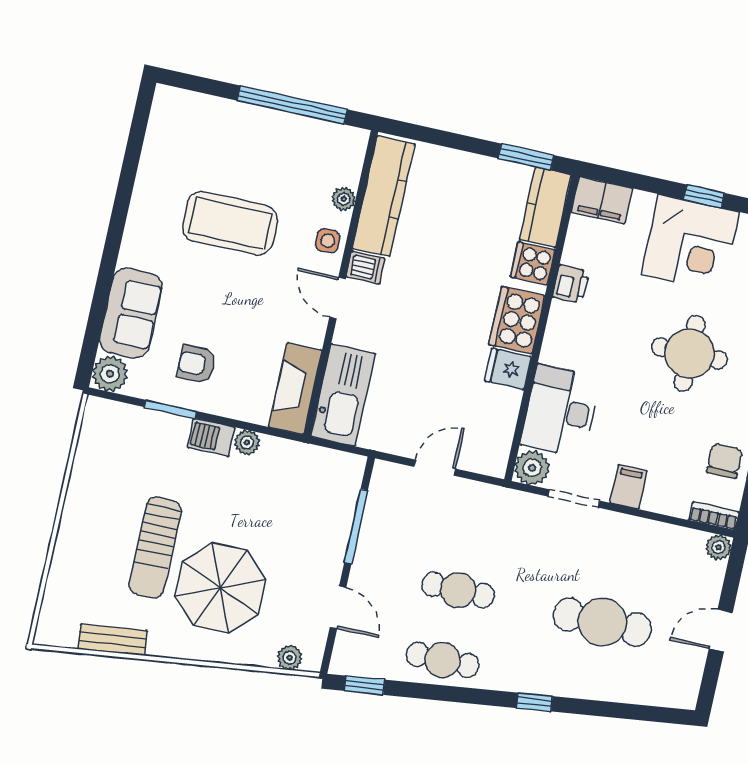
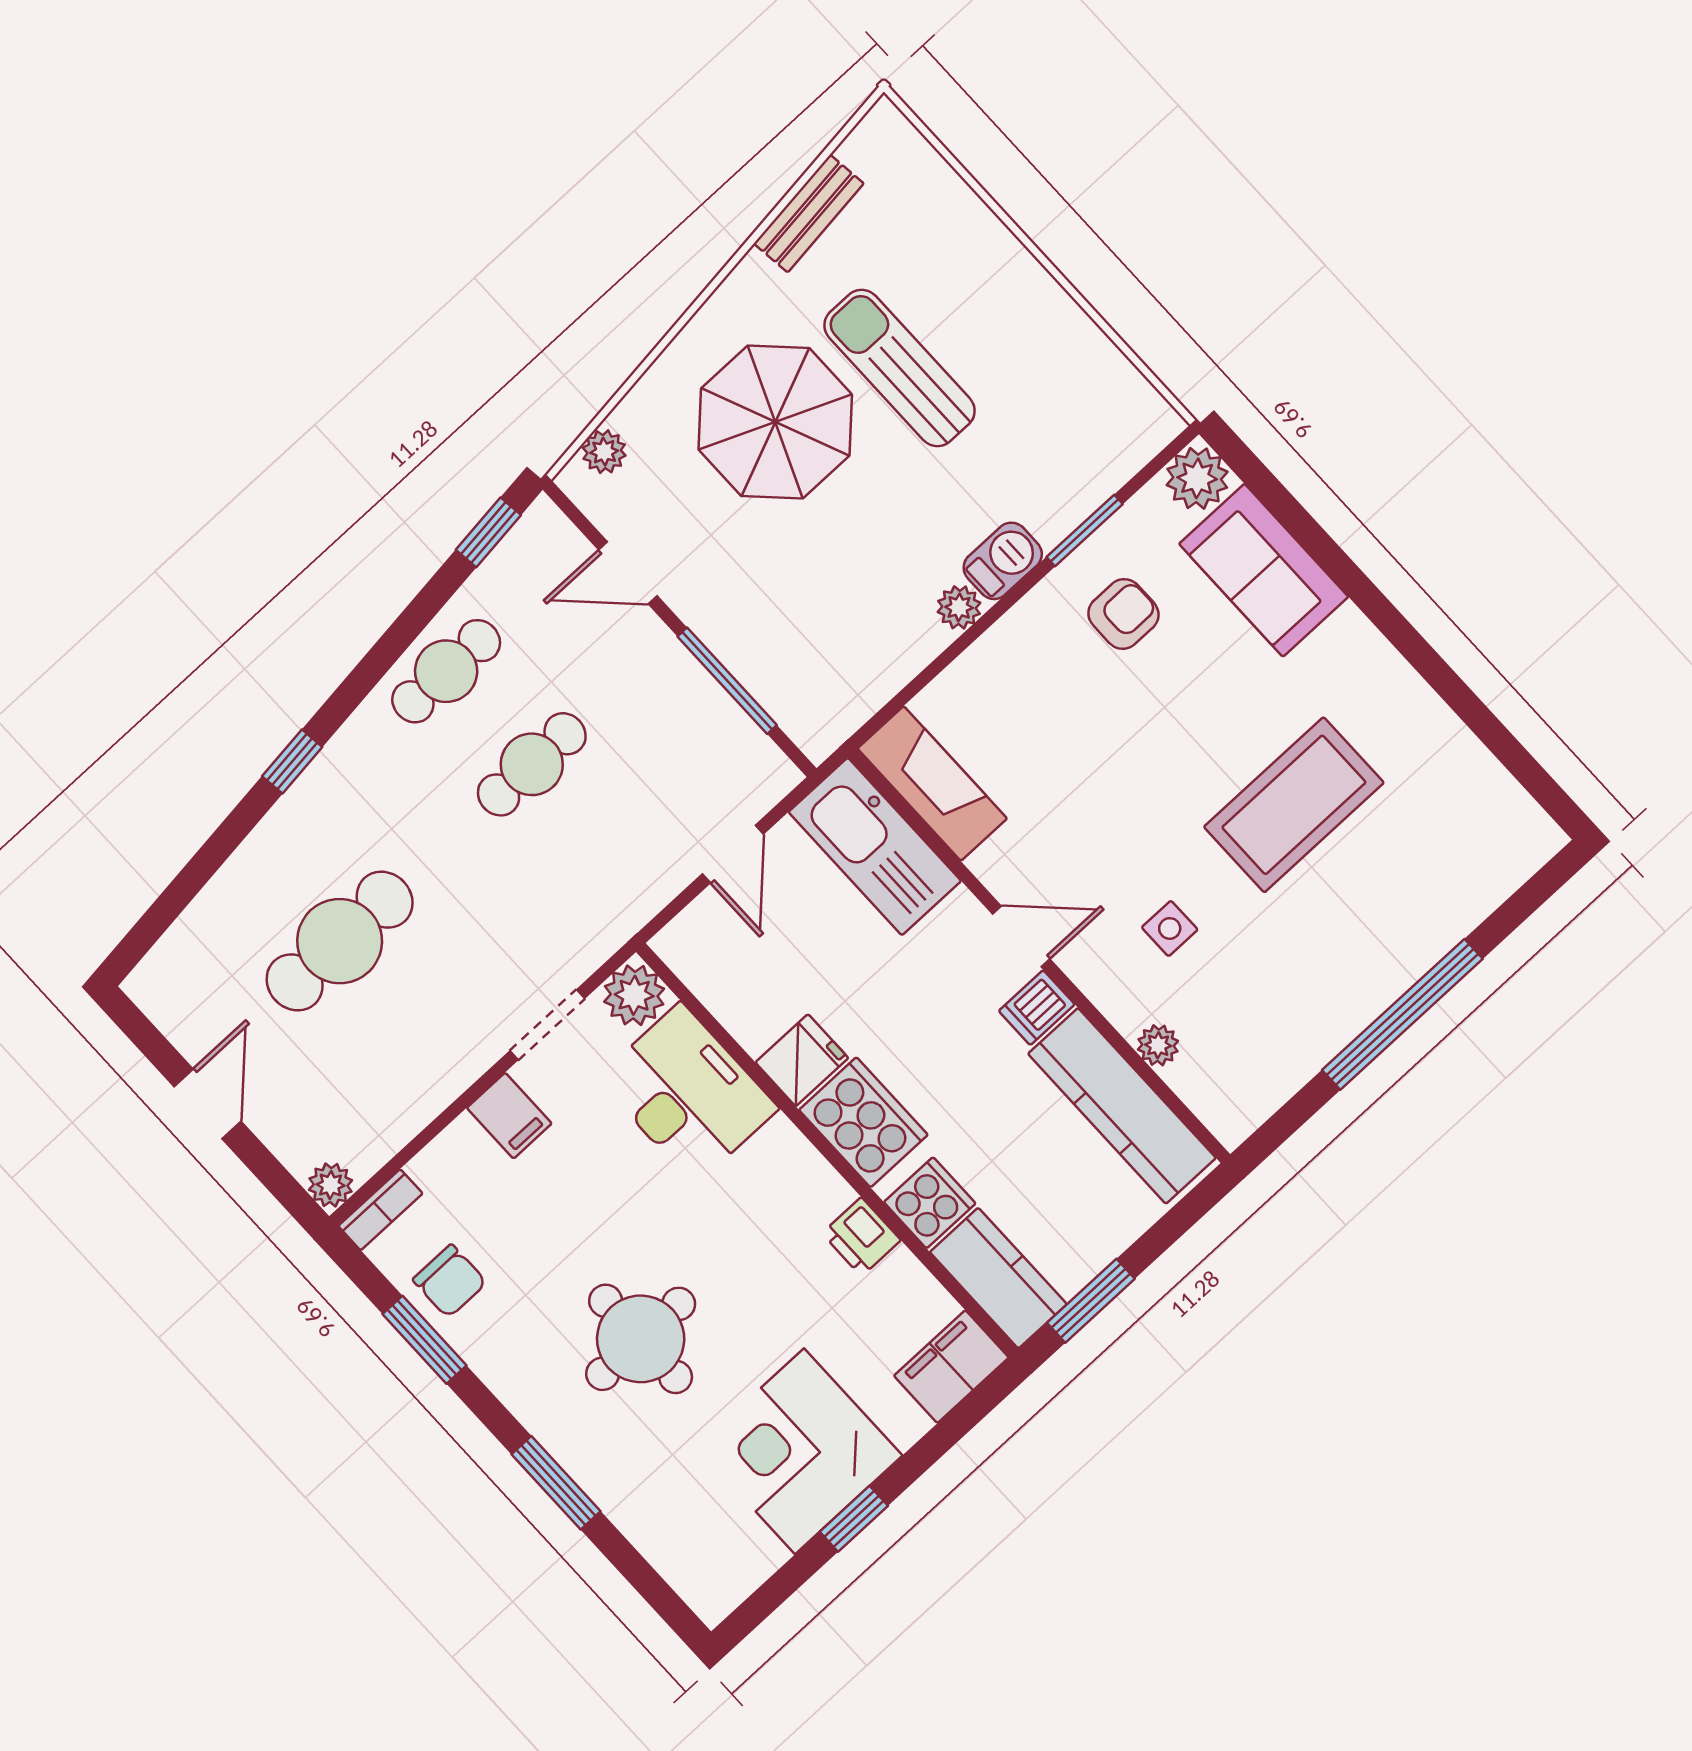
kitchen counter: (384, 196) -> (1122, 1106), moved
plant: (344, 199) -> (1158, 1045), moved
dishwasher: (366, 268) -> (1037, 1008), moved
wall: (341, 283) -> (1039, 956), moved
door: (338, 298) -> (1021, 936), moved
fireplace: (295, 389) -> (932, 784), moved
kitchen sink: (343, 395) -> (875, 846), moved

